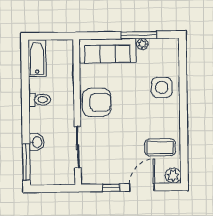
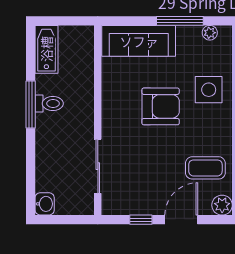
plant: (142, 44) -> (210, 33), moved
armchair: (97, 102) -> (161, 106), moved
washbasin: (37, 142) -> (45, 204), moved
window: (26, 162) -> (31, 104), moved

